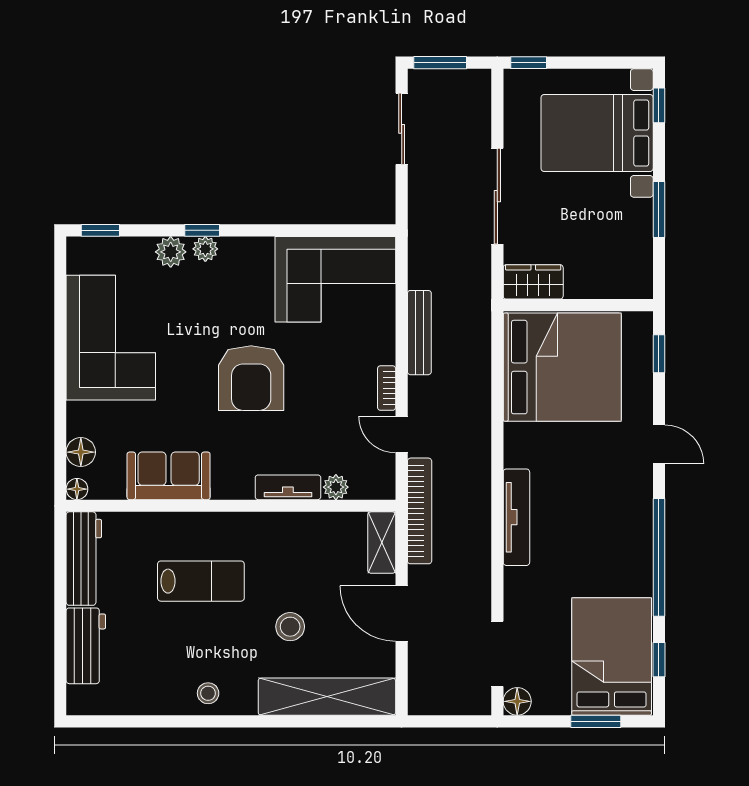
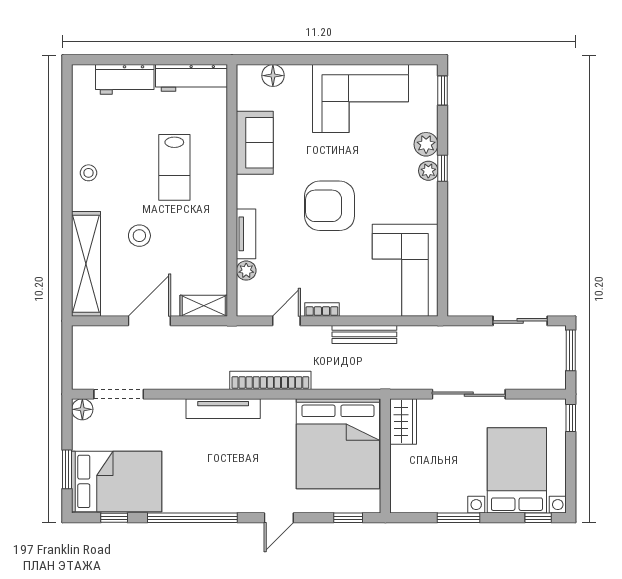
floor lamp: (77, 489) -> (245, 73), removed
bookcase: (420, 511) -> (270, 380), moved, turned 180

